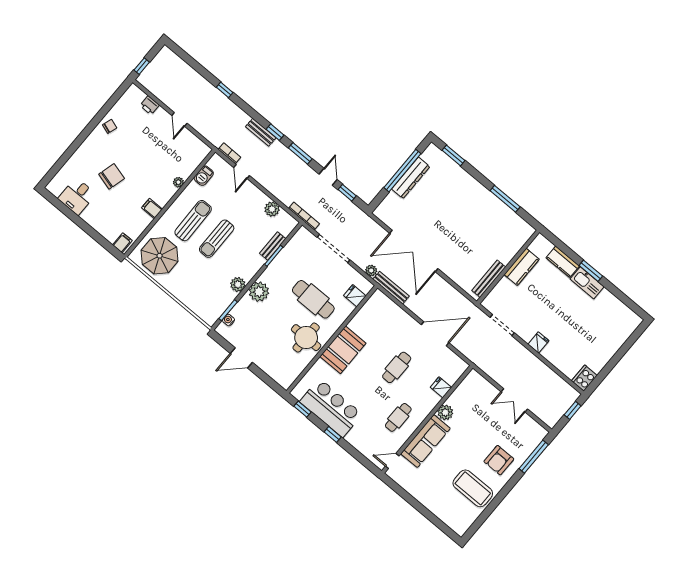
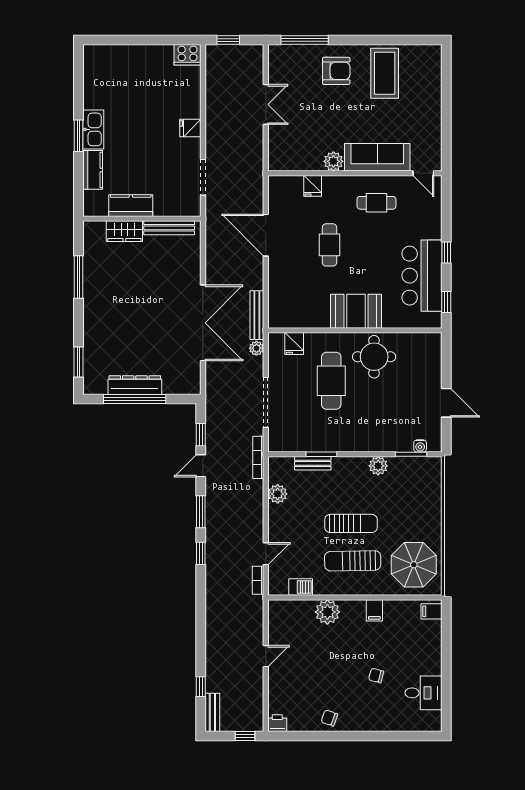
window: (225, 90) -> (201, 687), moved
printer: (150, 105) -> (277, 723), moved, turned -90
bench: (261, 132) -> (212, 712), moved
chair: (112, 176) -> (376, 676), width x0.54, depth x0.54
plant: (178, 182) -> (327, 612), width x1.87, depth x1.87
wardrobe: (509, 250) -> (124, 231), added
plant: (259, 292) -> (368, 439), removed
cafe table: (397, 367) -> (329, 245), turned 90

